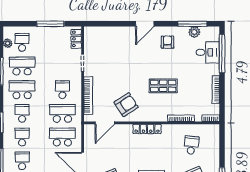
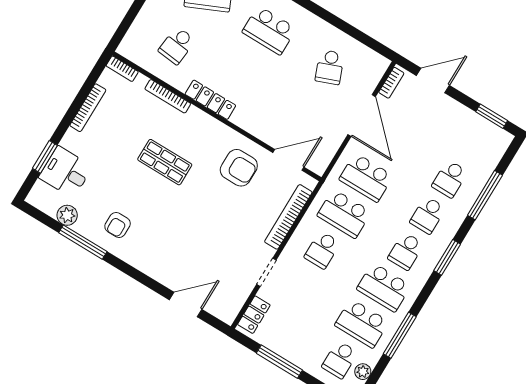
door: (145, 24) -> (186, 305), moved
window: (192, 24) -> (83, 242), moved
window: (222, 54) -> (45, 157), width x0.47
armchair: (126, 105) -> (239, 168), turned -147
locker: (147, 129) -> (210, 100), moved

